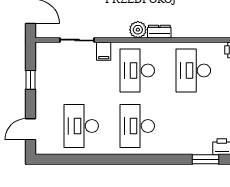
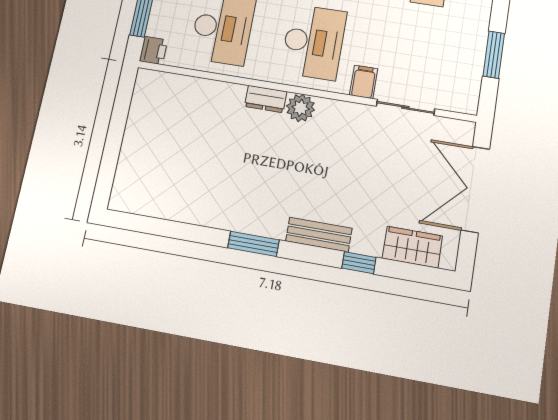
window: (30, 80) -> (494, 55), width x1.50

